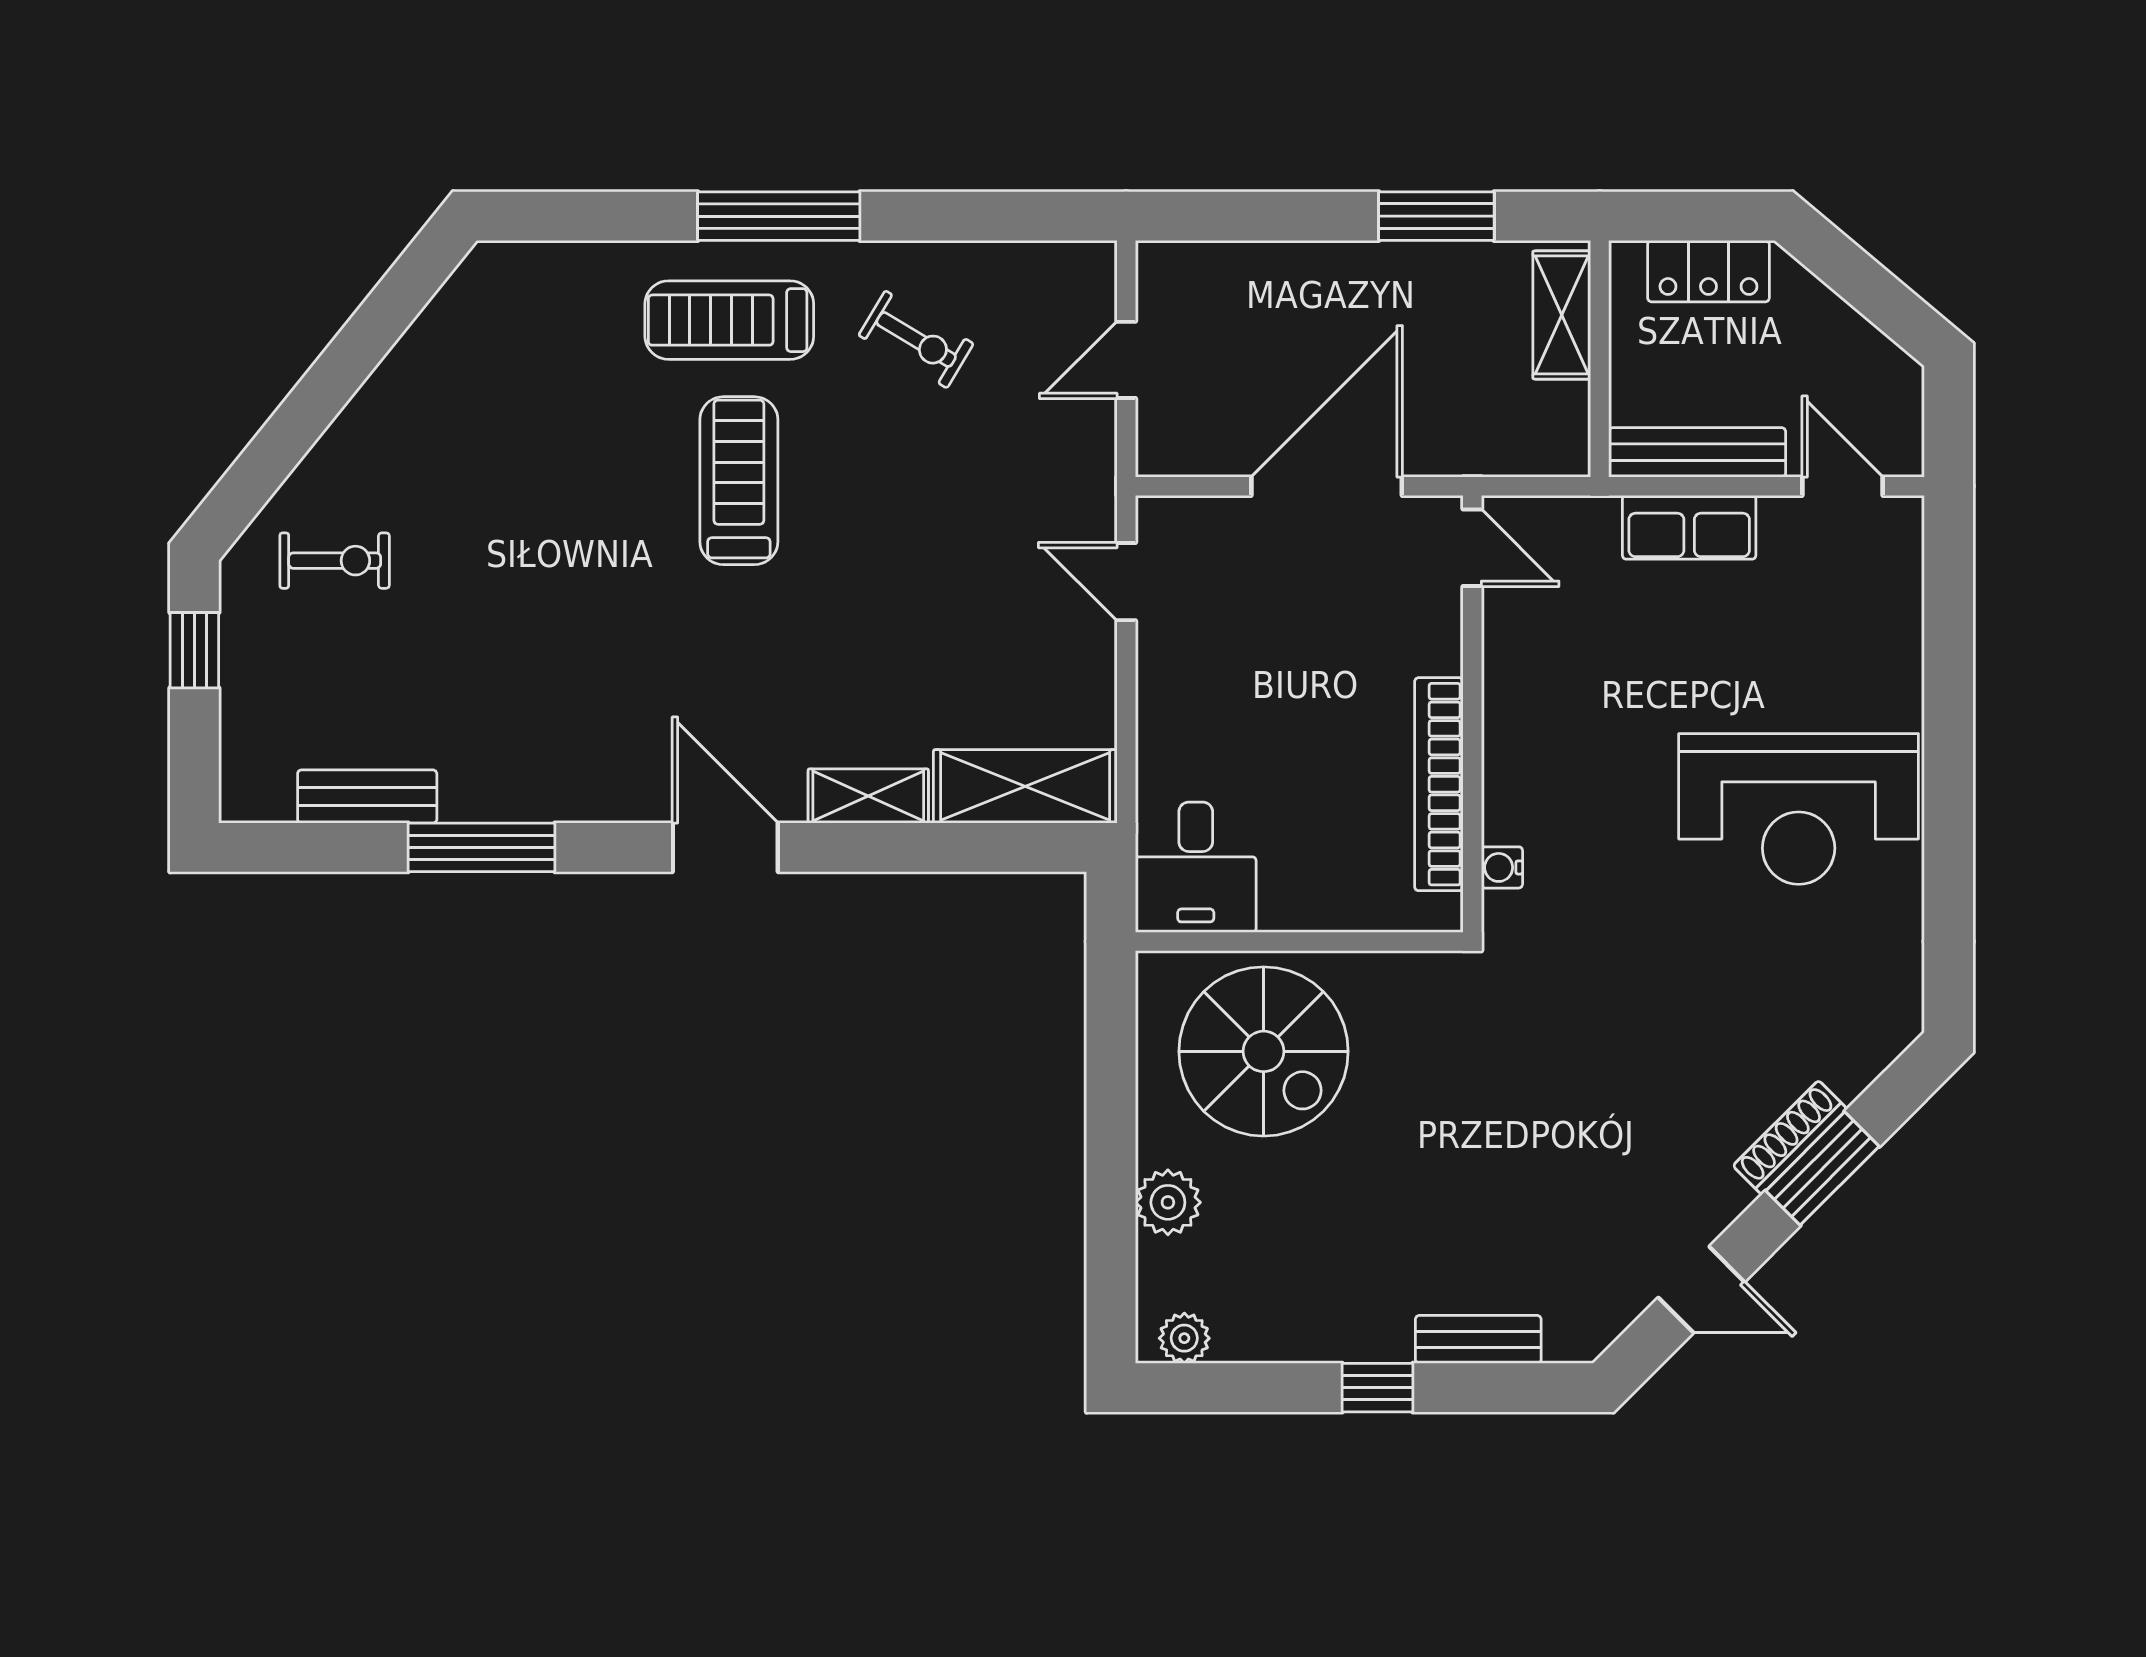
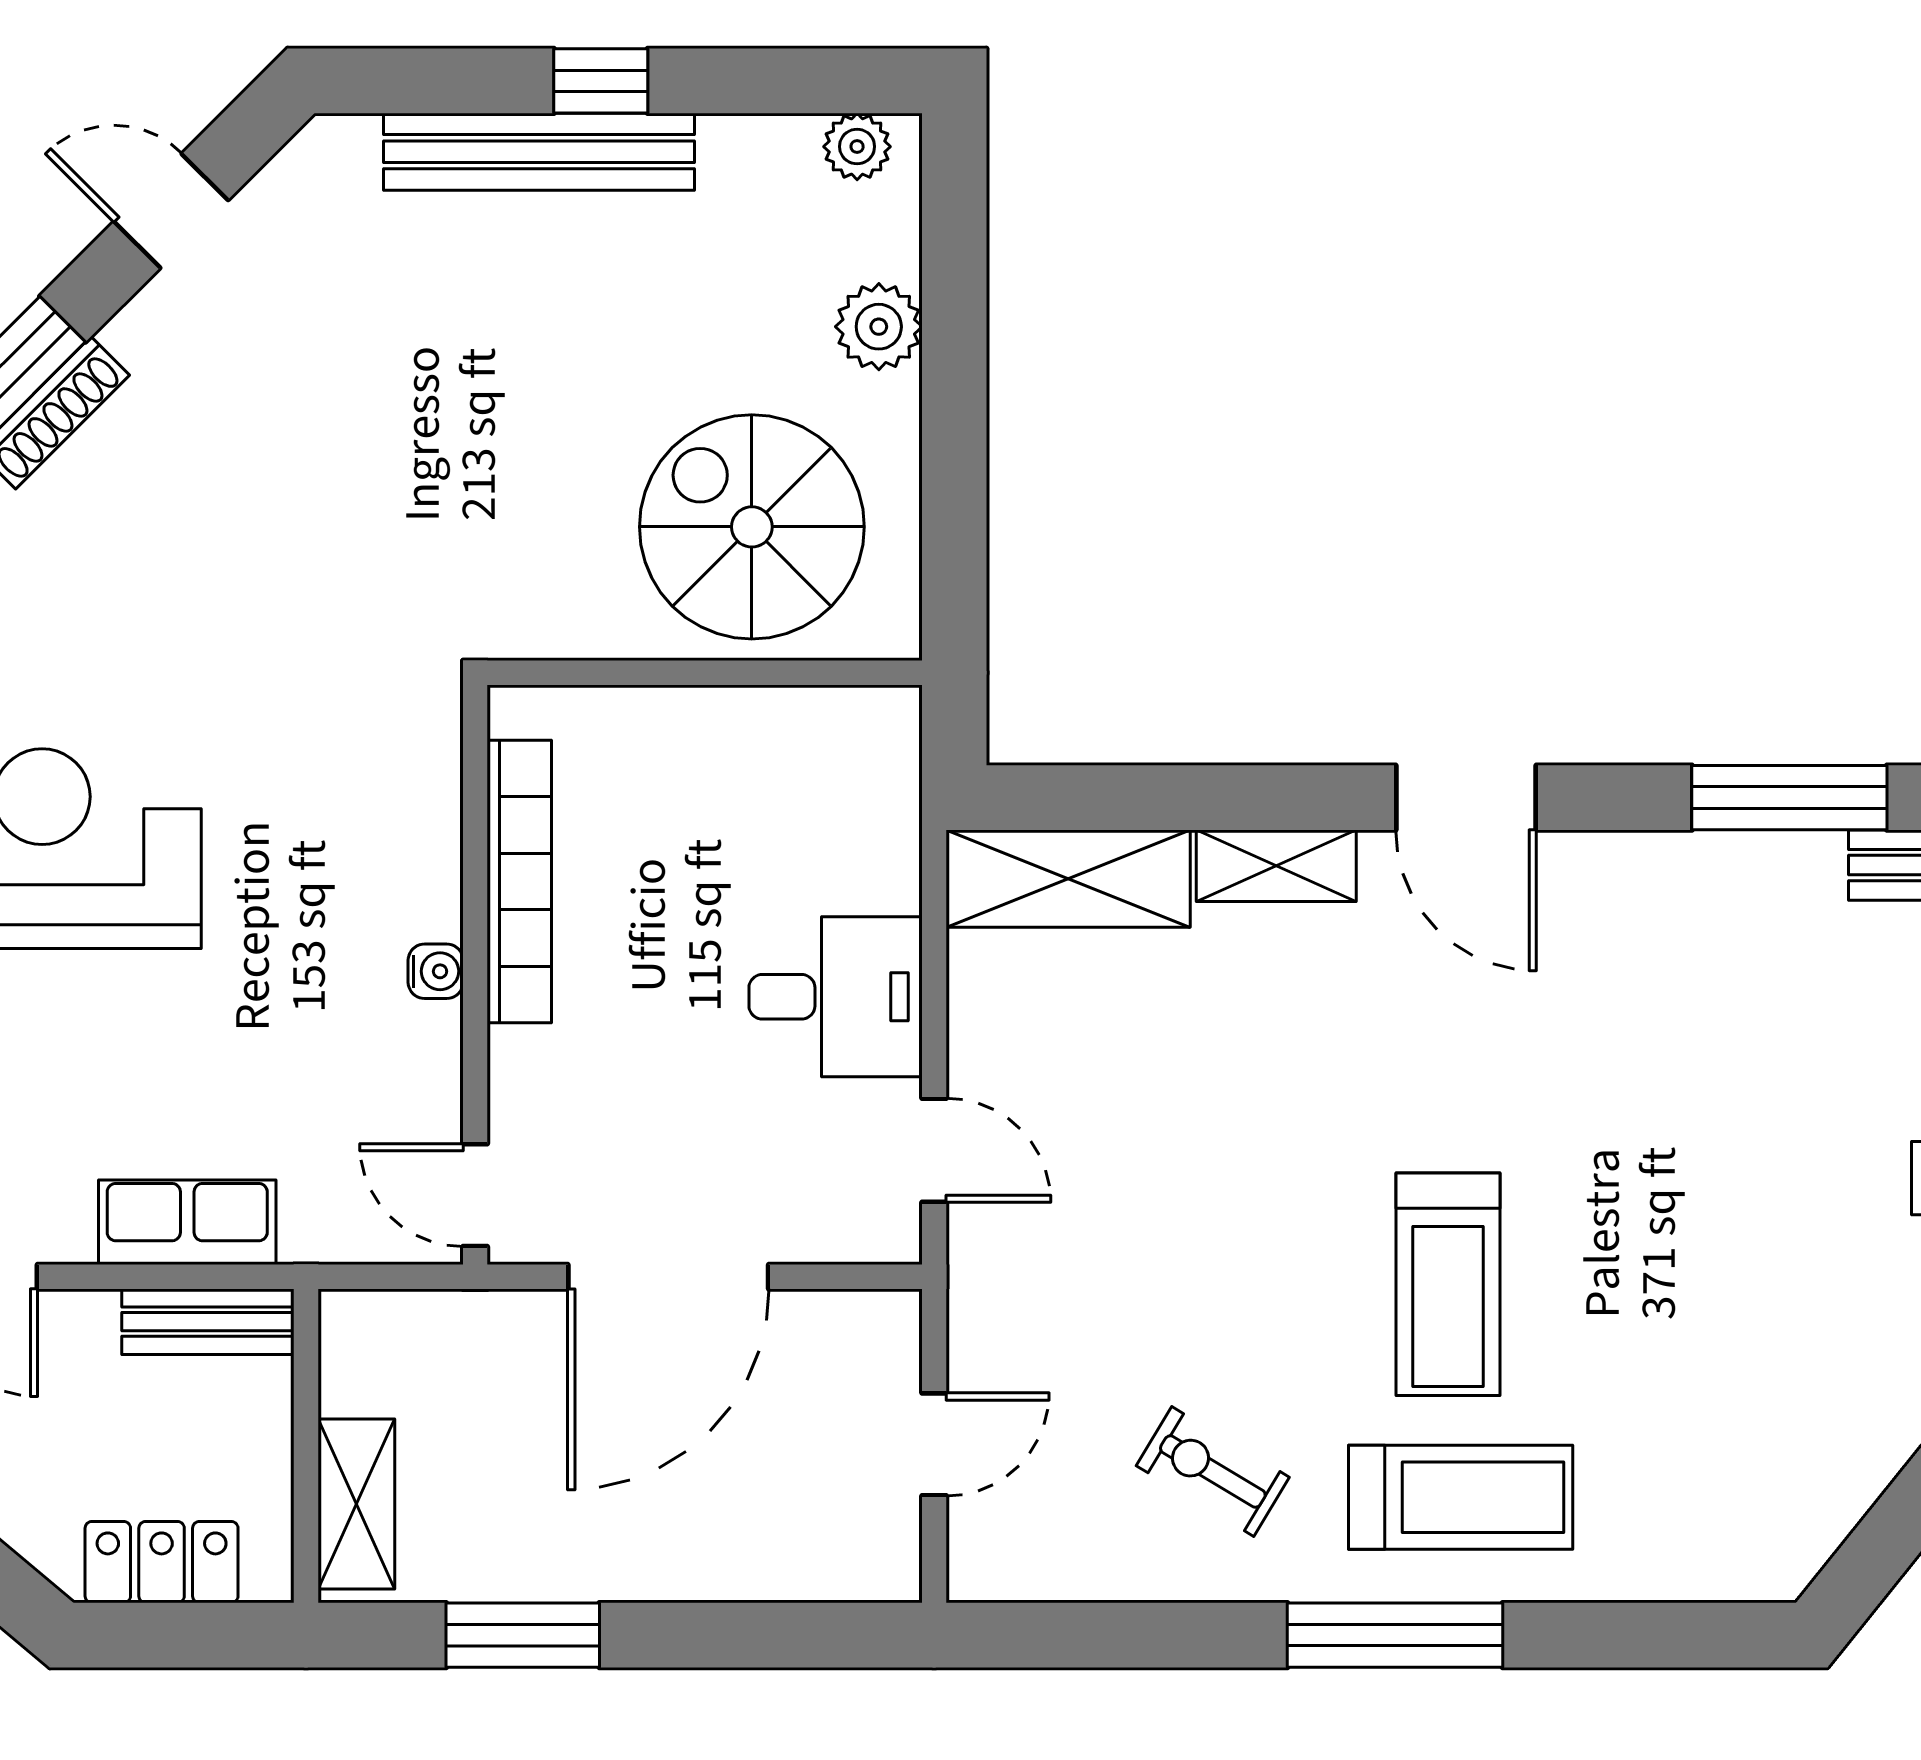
bench: (1697, 452) -> (208, 1322), width x0.73
desk: (1196, 867) -> (836, 997), moved, turned 90
water cooler: (1502, 867) -> (436, 971), moved
bench: (1478, 1339) -> (539, 152), width x1.86, depth x1.21

